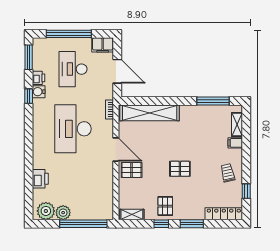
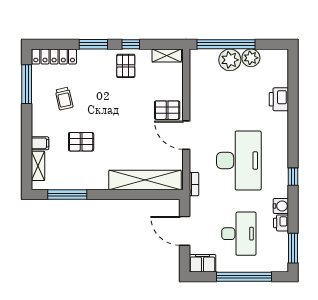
window: (29, 96) -> (293, 177), moved
pallet: (180, 169) -> (81, 142), moved
trolley: (228, 173) -> (64, 99), moved
window: (246, 191) -> (27, 84), width x2.17
plant: (46, 211) -> (230, 60), moved

